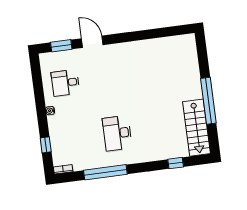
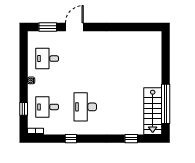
door: (92, 42) -> (74, 27), hinge flipped
window: (208, 101) -> (166, 104), moved
desk: (73, 139) -> (47, 107), added
window: (105, 172) -> (71, 139), width x0.32

